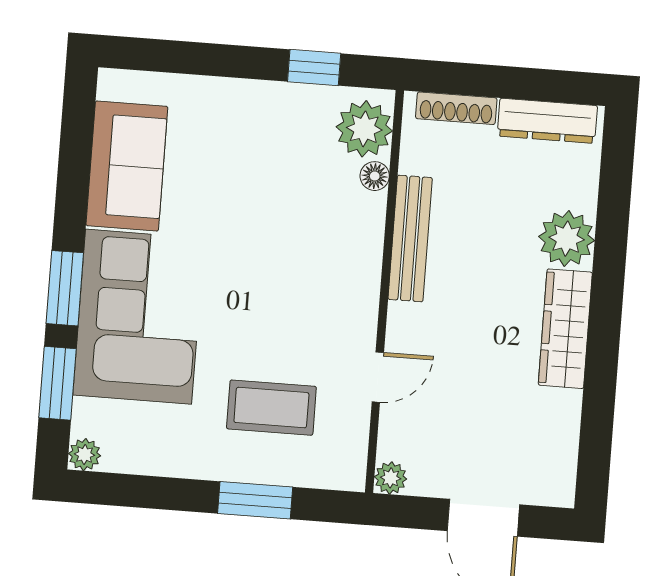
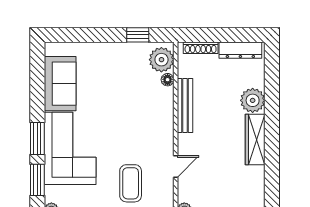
coffee table: (271, 408) -> (131, 183), turned 90

